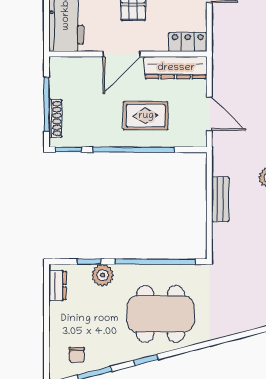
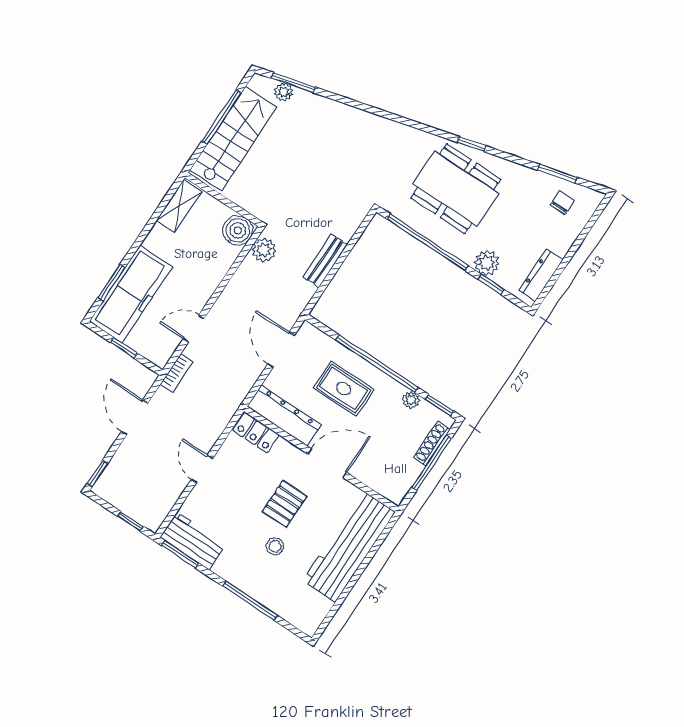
plant: (92, 140) -> (411, 400), added
dresser: (57, 286) -> (541, 275), width x1.44
window: (146, 360) -> (472, 144), moved

